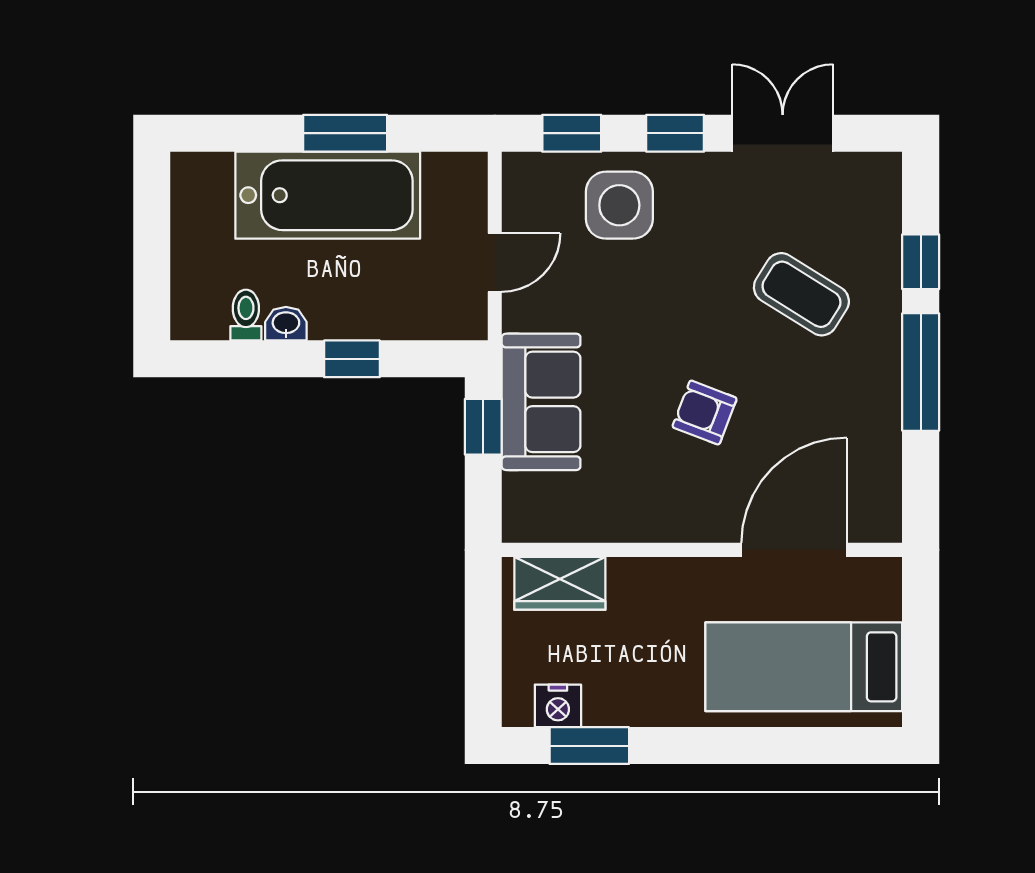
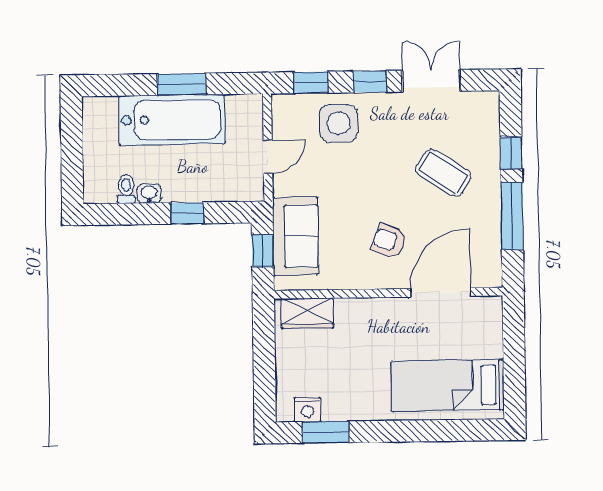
wall: (702, 550) -> (388, 293), moved
door: (794, 550) -> (441, 292), moved
wardrobe: (560, 583) -> (307, 313), moved

